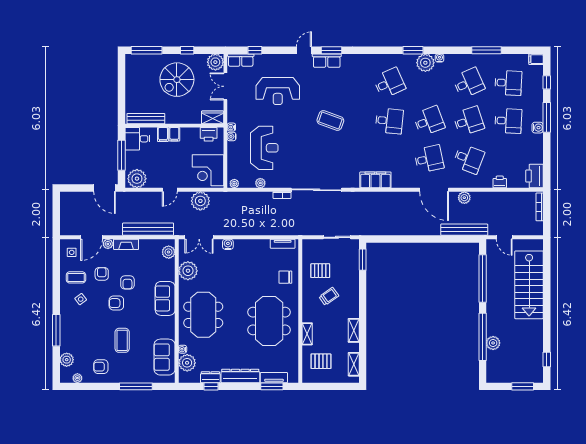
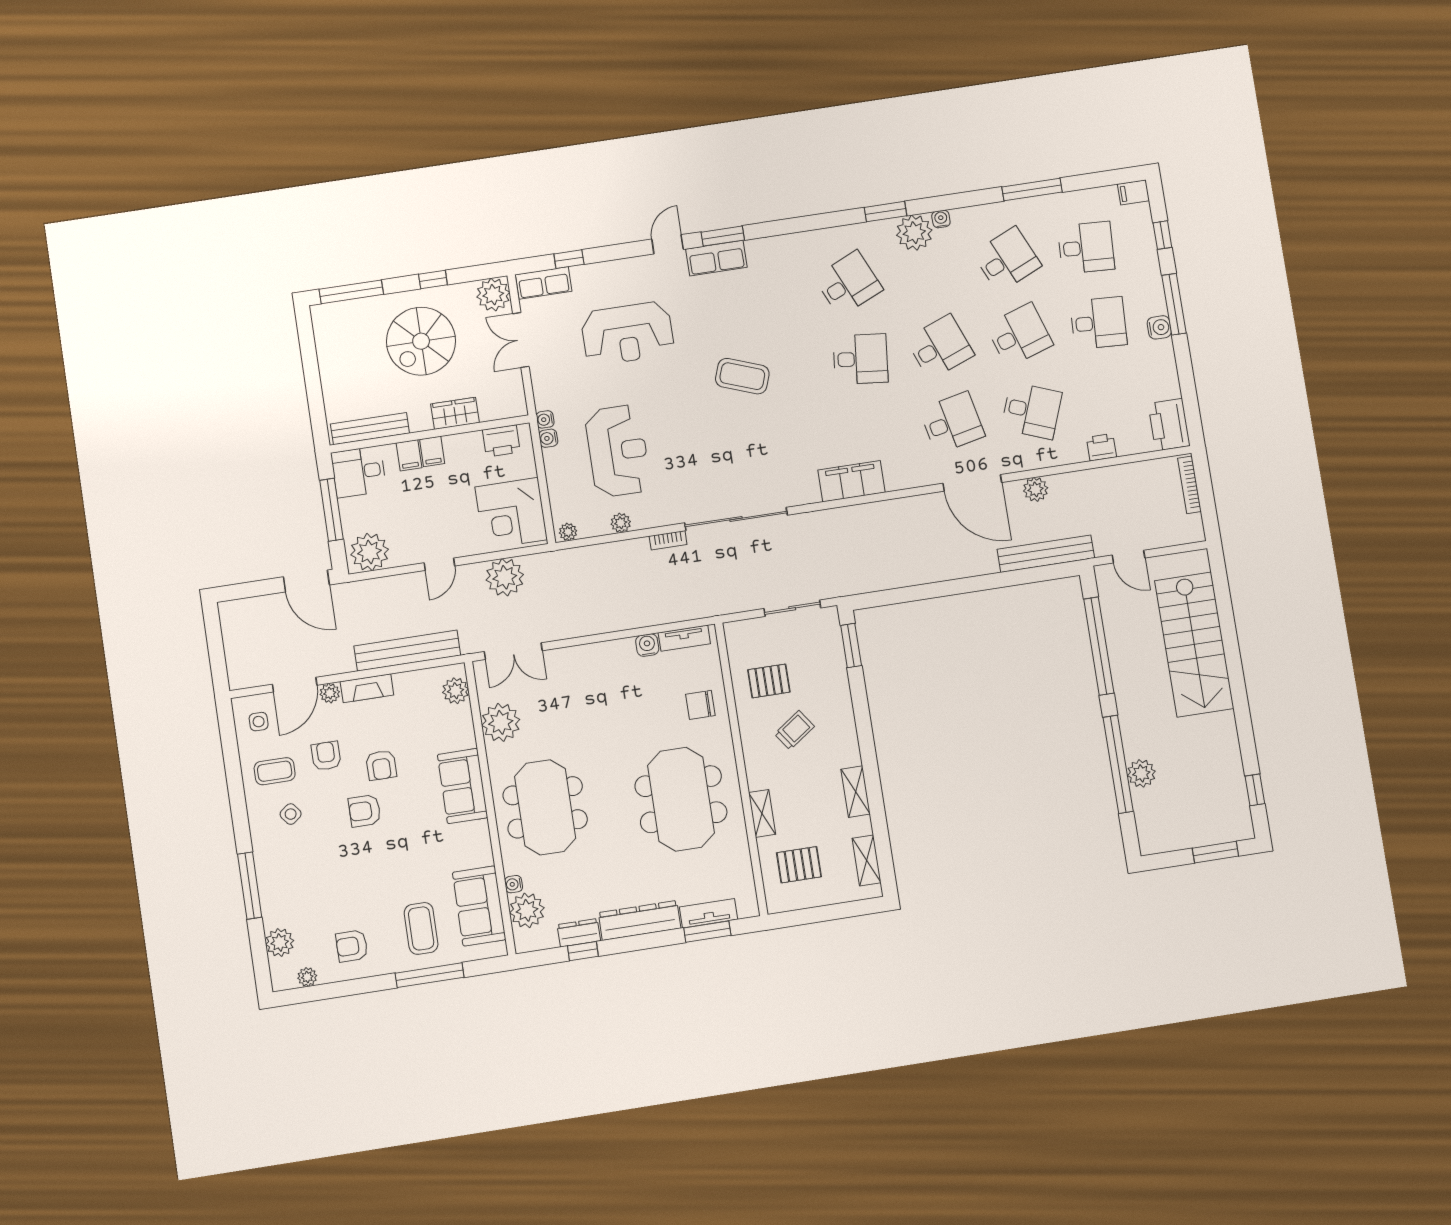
wardrobe: (213, 117) -> (455, 413), moved
water cooler: (228, 244) -> (647, 645), moved
coffee table: (122, 340) -> (421, 928), moved

